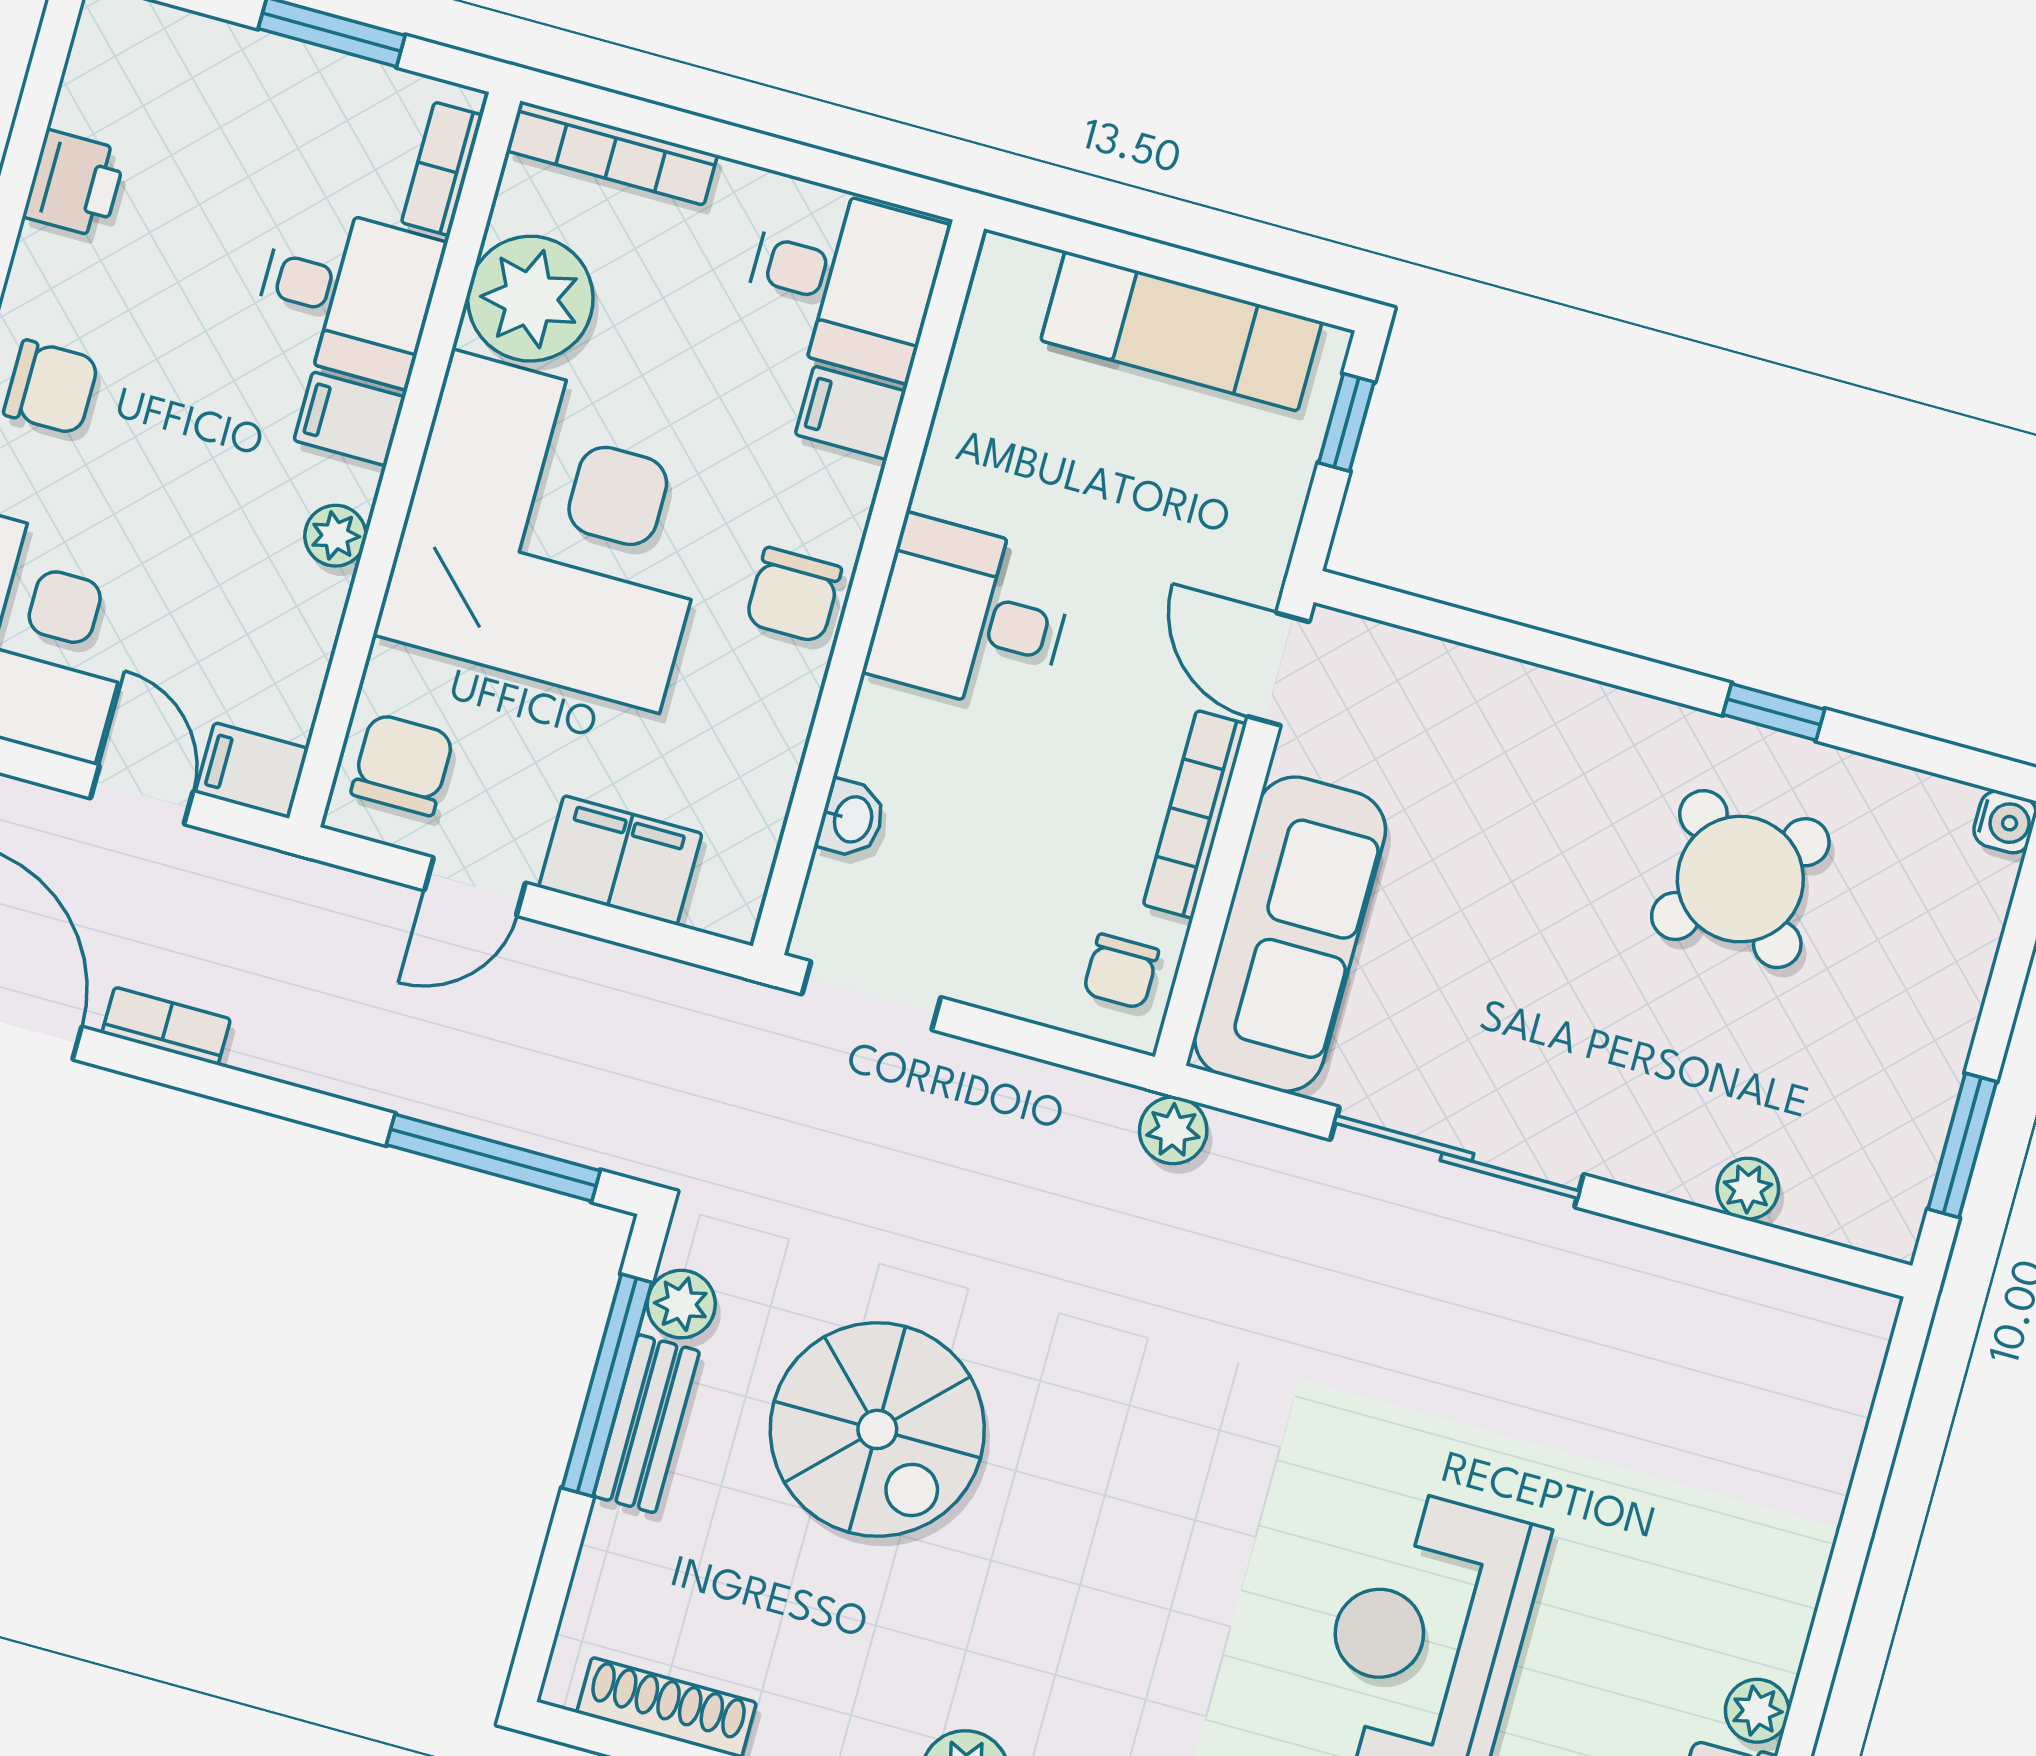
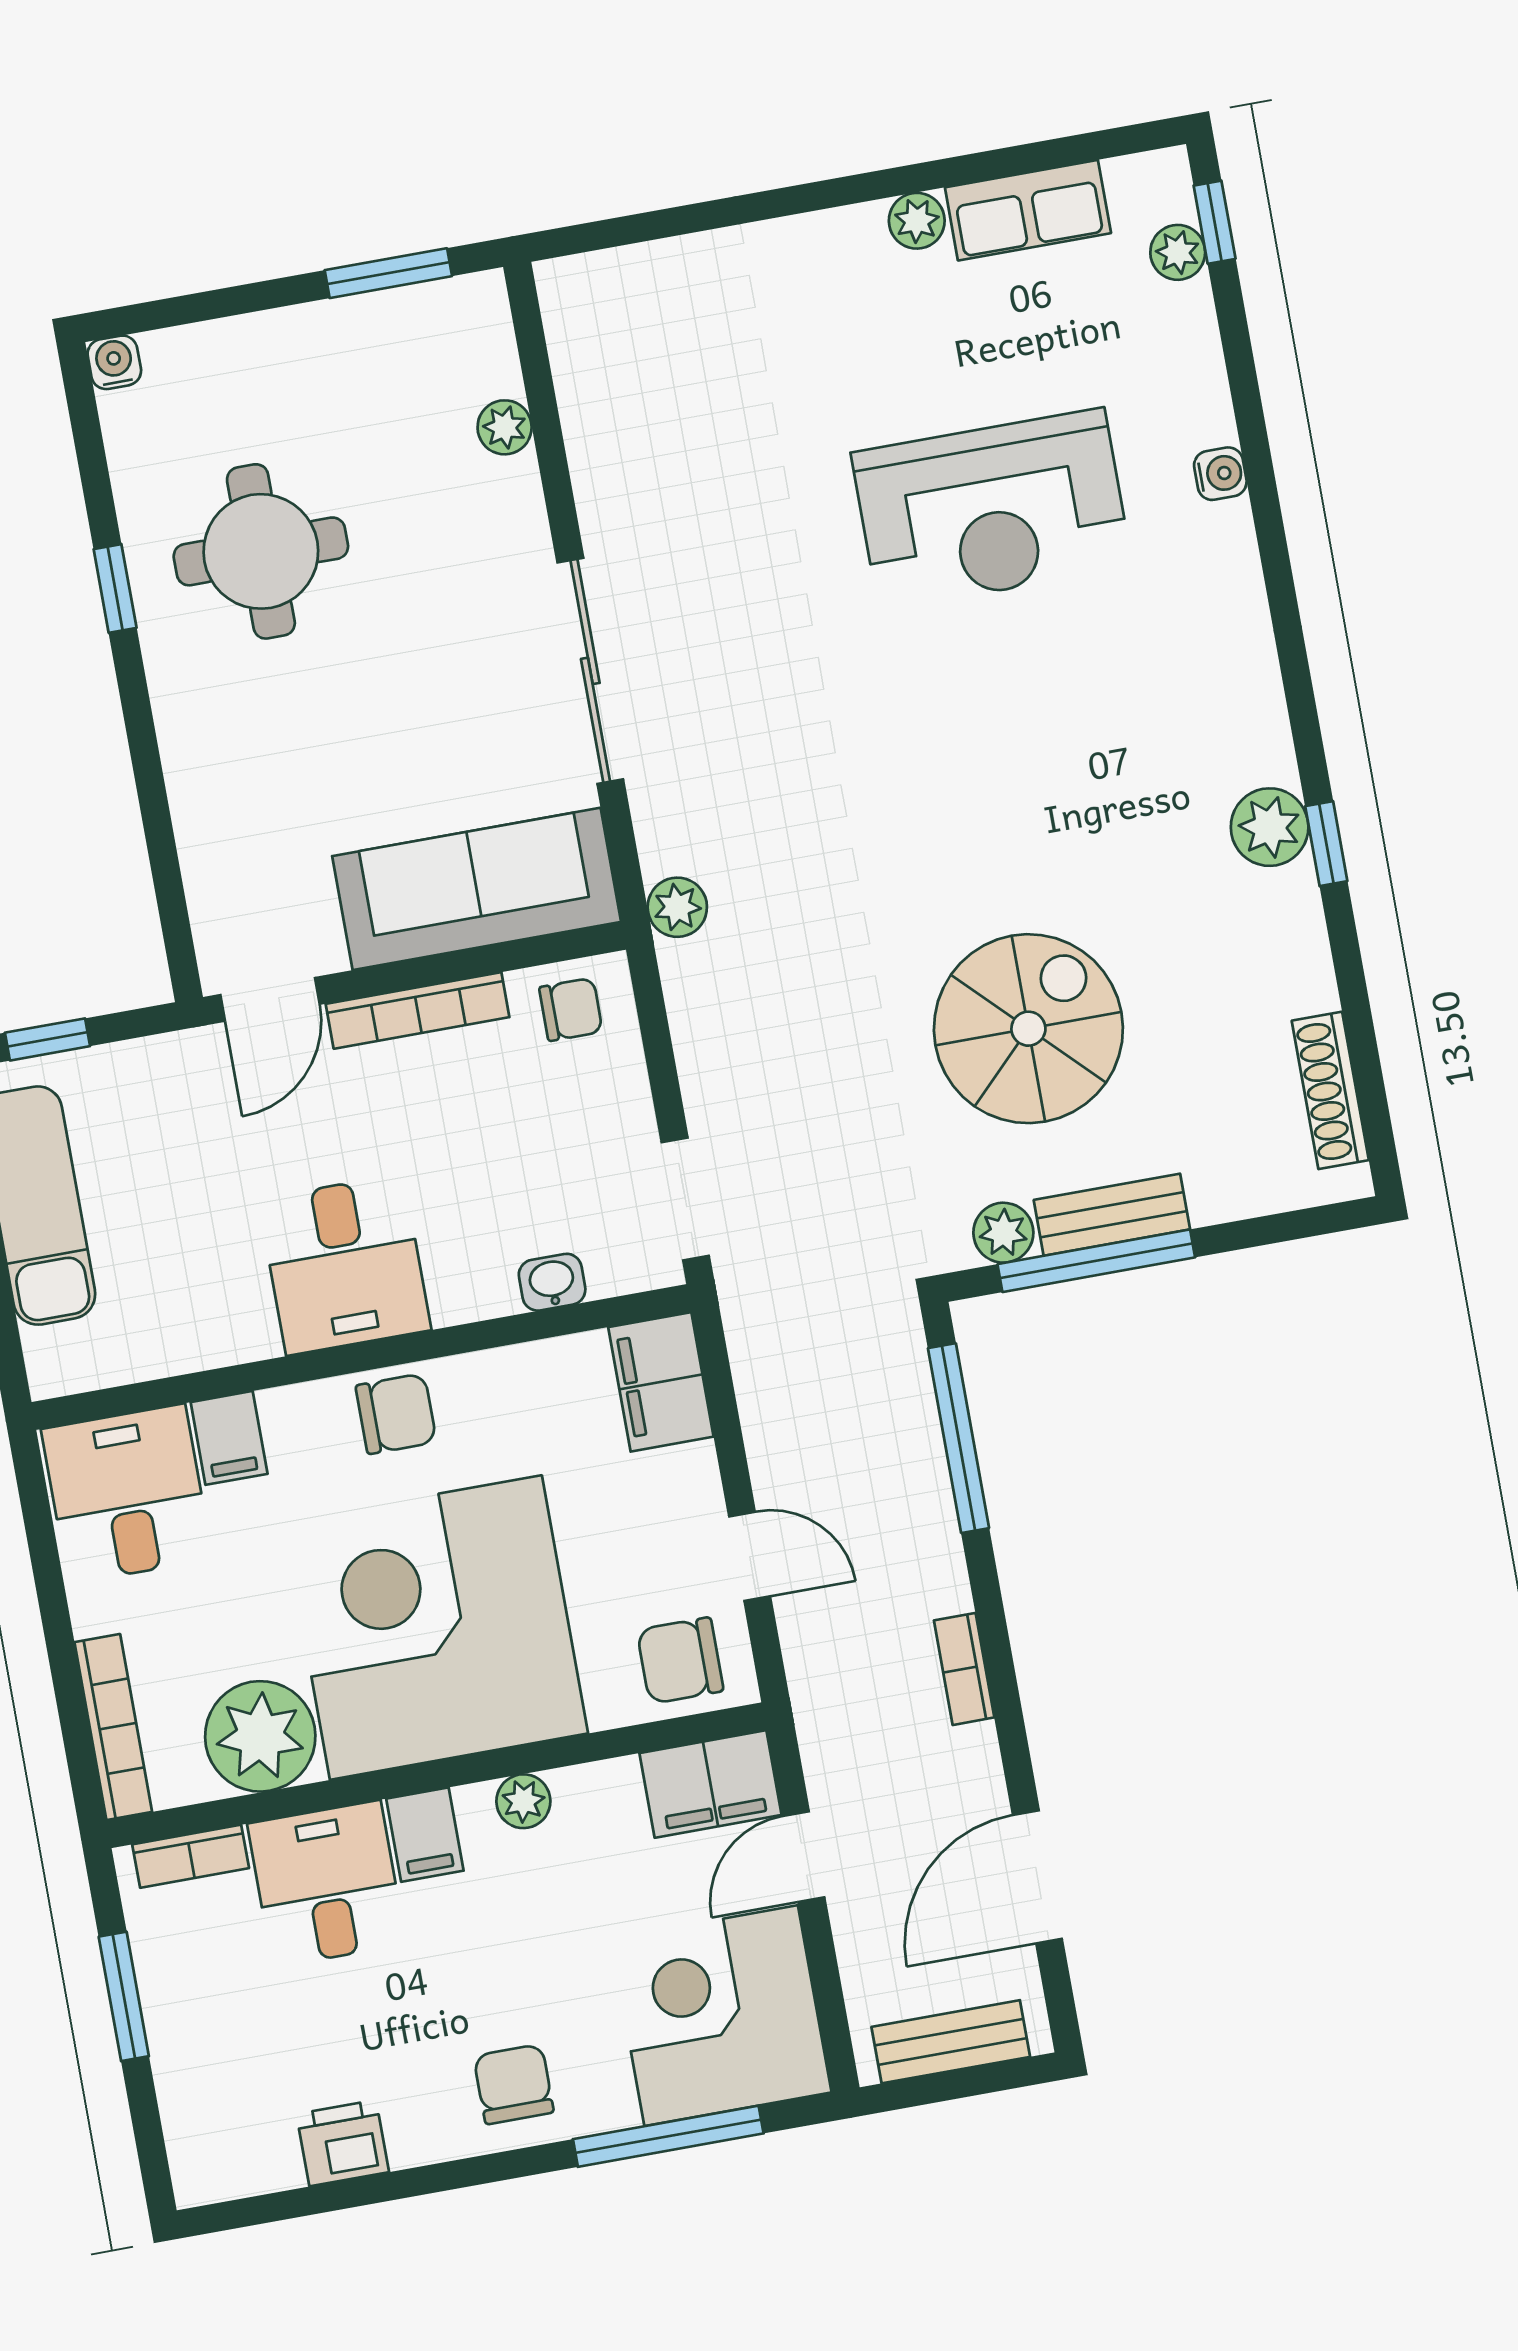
filing cabinet: (252, 770) -> (711, 1784), width x2.00
filing cabinet: (620, 860) -> (661, 1382), moved
round table: (1740, 879) -> (261, 551), turned 45
bookcase: (166, 1026) -> (964, 1669), moved

